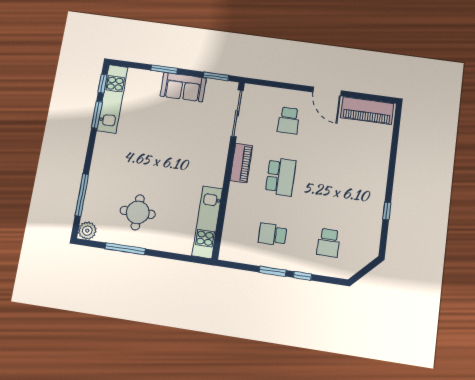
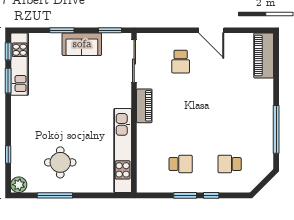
piano: (367, 111) -> (264, 56), moved, turned 90
school desk: (281, 177) -> (181, 113), removed
window: (82, 195) -> (8, 154), width x0.46
window: (387, 211) -> (276, 129), width x3.17
kitchen unit: (207, 222) -> (123, 151), width x1.36
school desk: (273, 234) -> (181, 164), turned 180
school desk: (328, 243) -> (230, 164), turned 90

